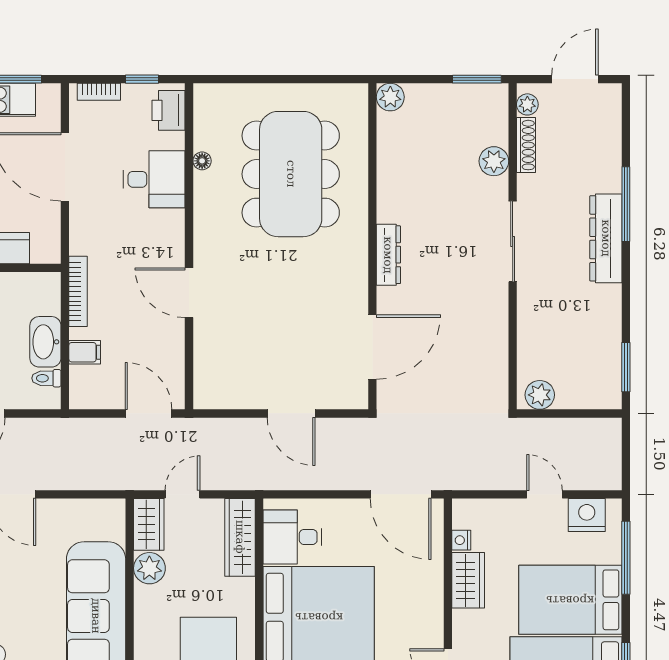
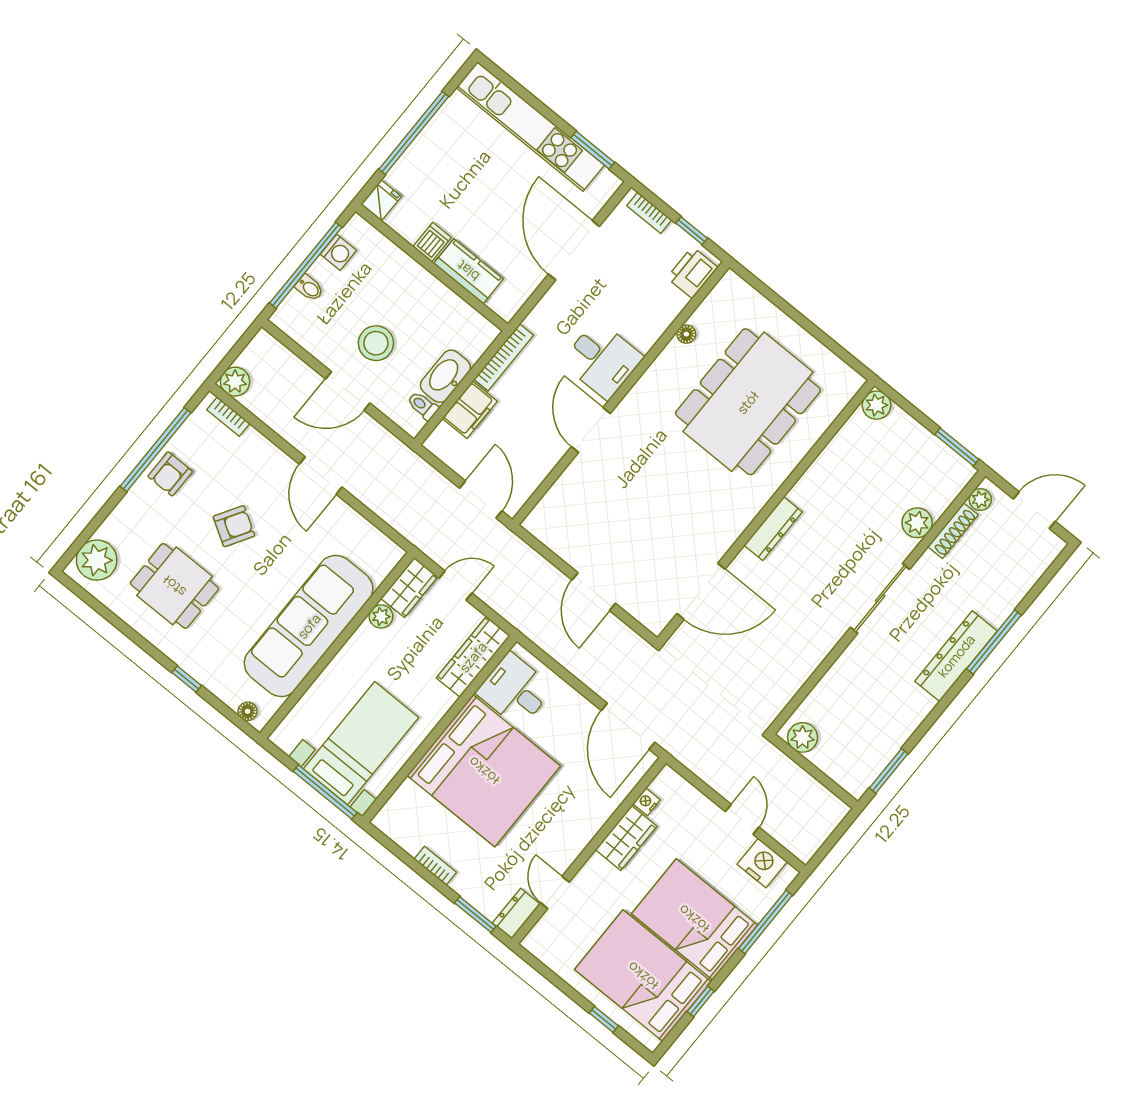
desk: (154, 179) -> (602, 360), moved
filing cabinet: (85, 352) -> (470, 410), width x2.00
plant: (149, 568) -> (381, 616), width x0.73, depth x0.73

